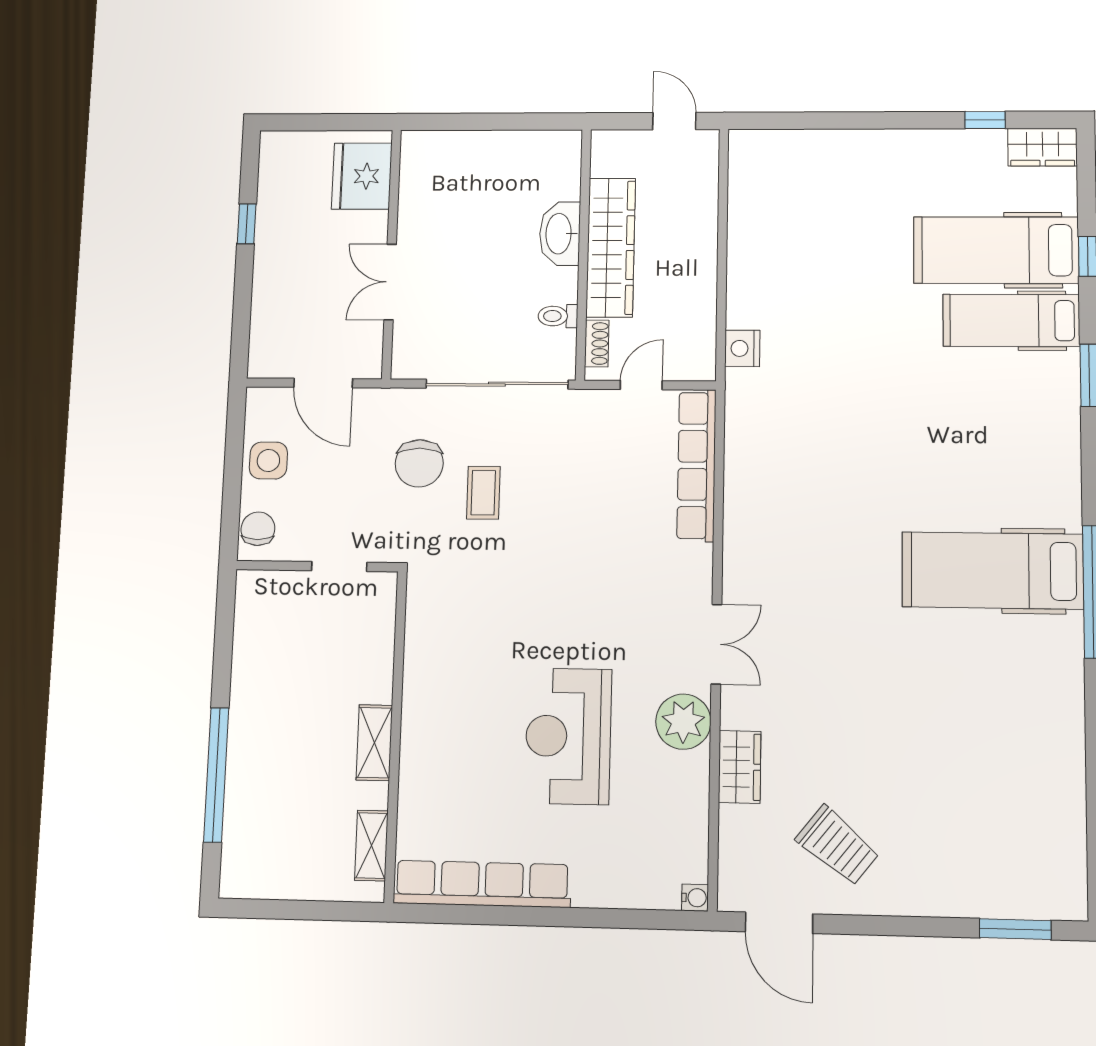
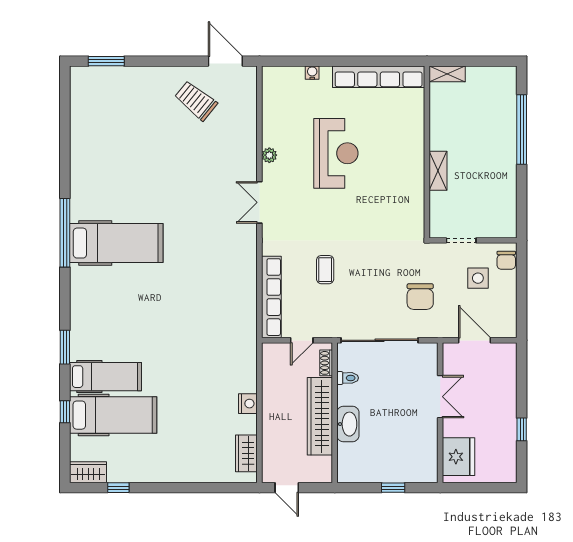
window: (481, 122) -> (393, 488), added
nightstand: (742, 348) -> (248, 404), moved
side table: (268, 460) -> (478, 278), moved
chair: (419, 463) -> (420, 297), turned 180
coffee table: (483, 493) -> (325, 270), moved
plant: (683, 722) -> (269, 155), width x0.53, depth x0.53
shelving: (374, 743) -> (438, 171), moved
wardrobe: (740, 767) -> (246, 453), moved
shelving: (371, 846) -> (447, 74), moved, turned 90
water cooler: (695, 898) -> (312, 73), moved, turned 90

